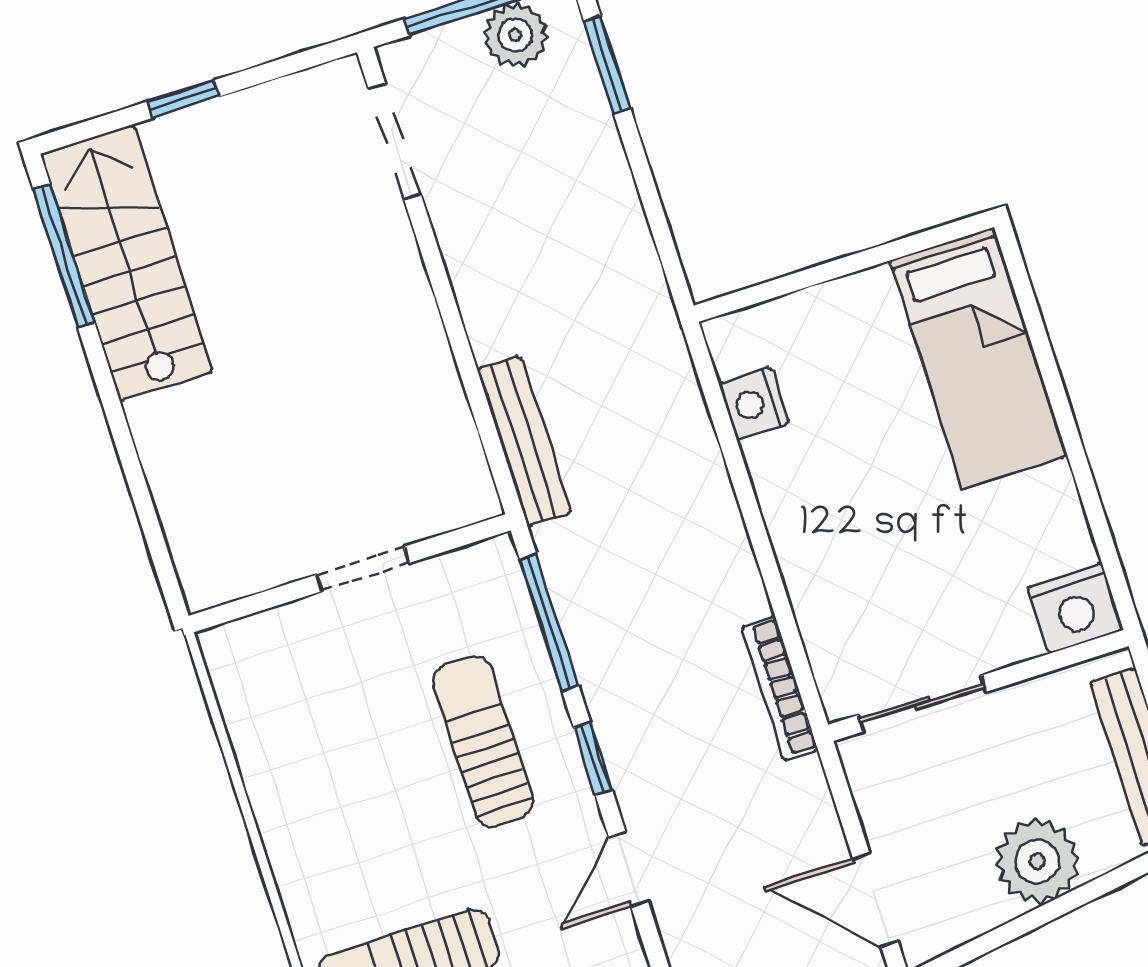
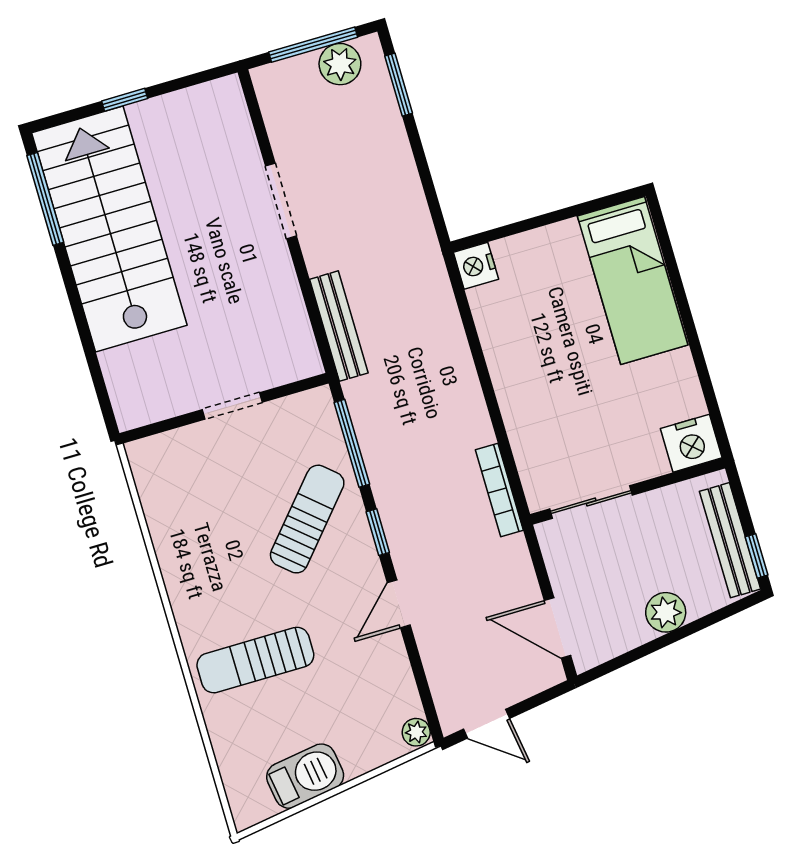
doorway: (395, 142) -> (281, 201), moved
stairs: (126, 263) -> (109, 229), width x1.36, depth x1.51
nightstand: (754, 403) -> (476, 266), moved
sun lounger: (483, 741) -> (307, 519), turned 41
plant: (1037, 861) -> (666, 612), width x0.73, depth x0.73

